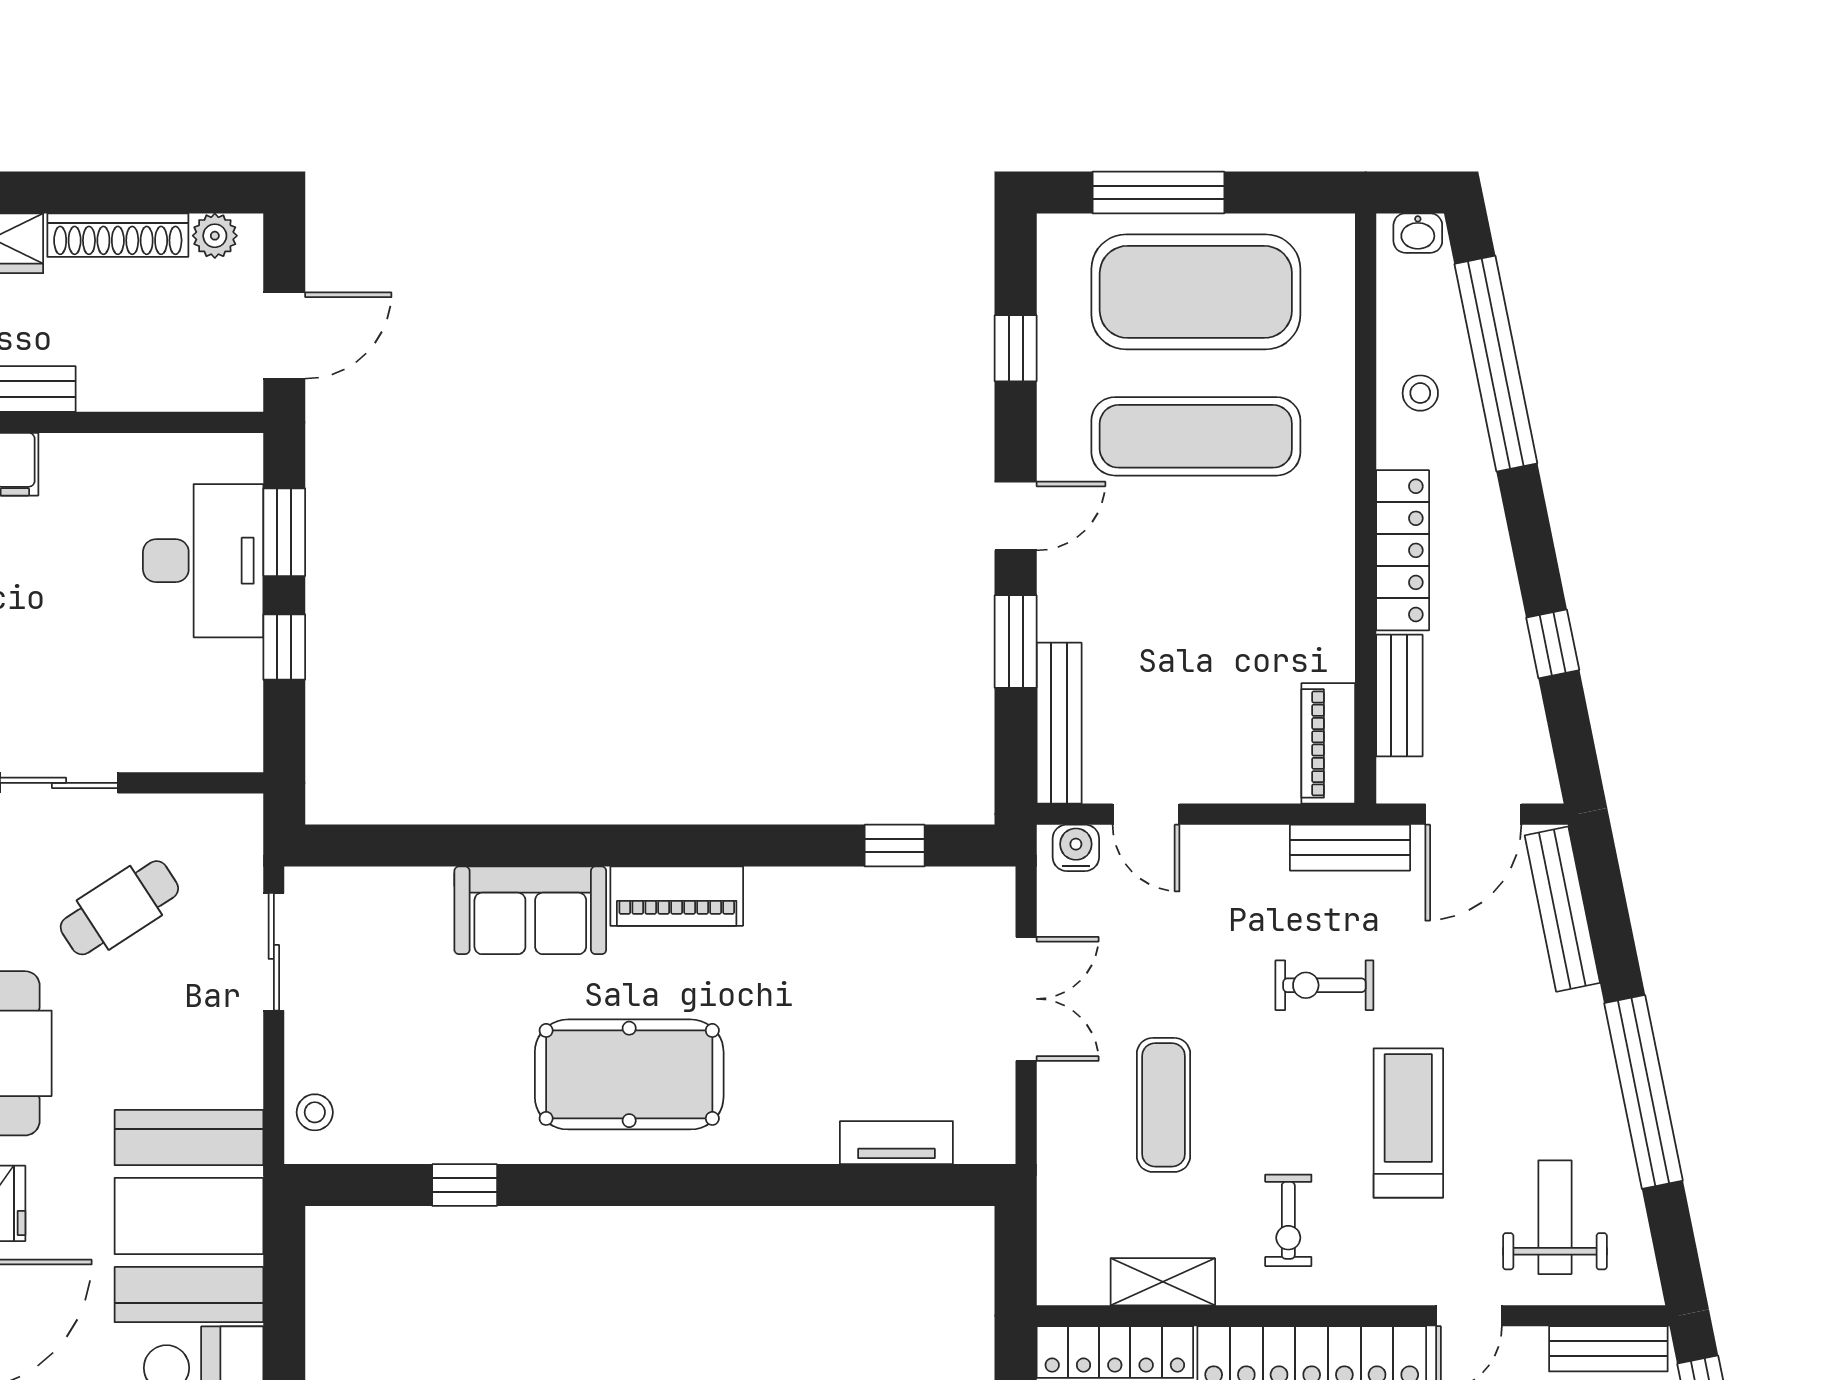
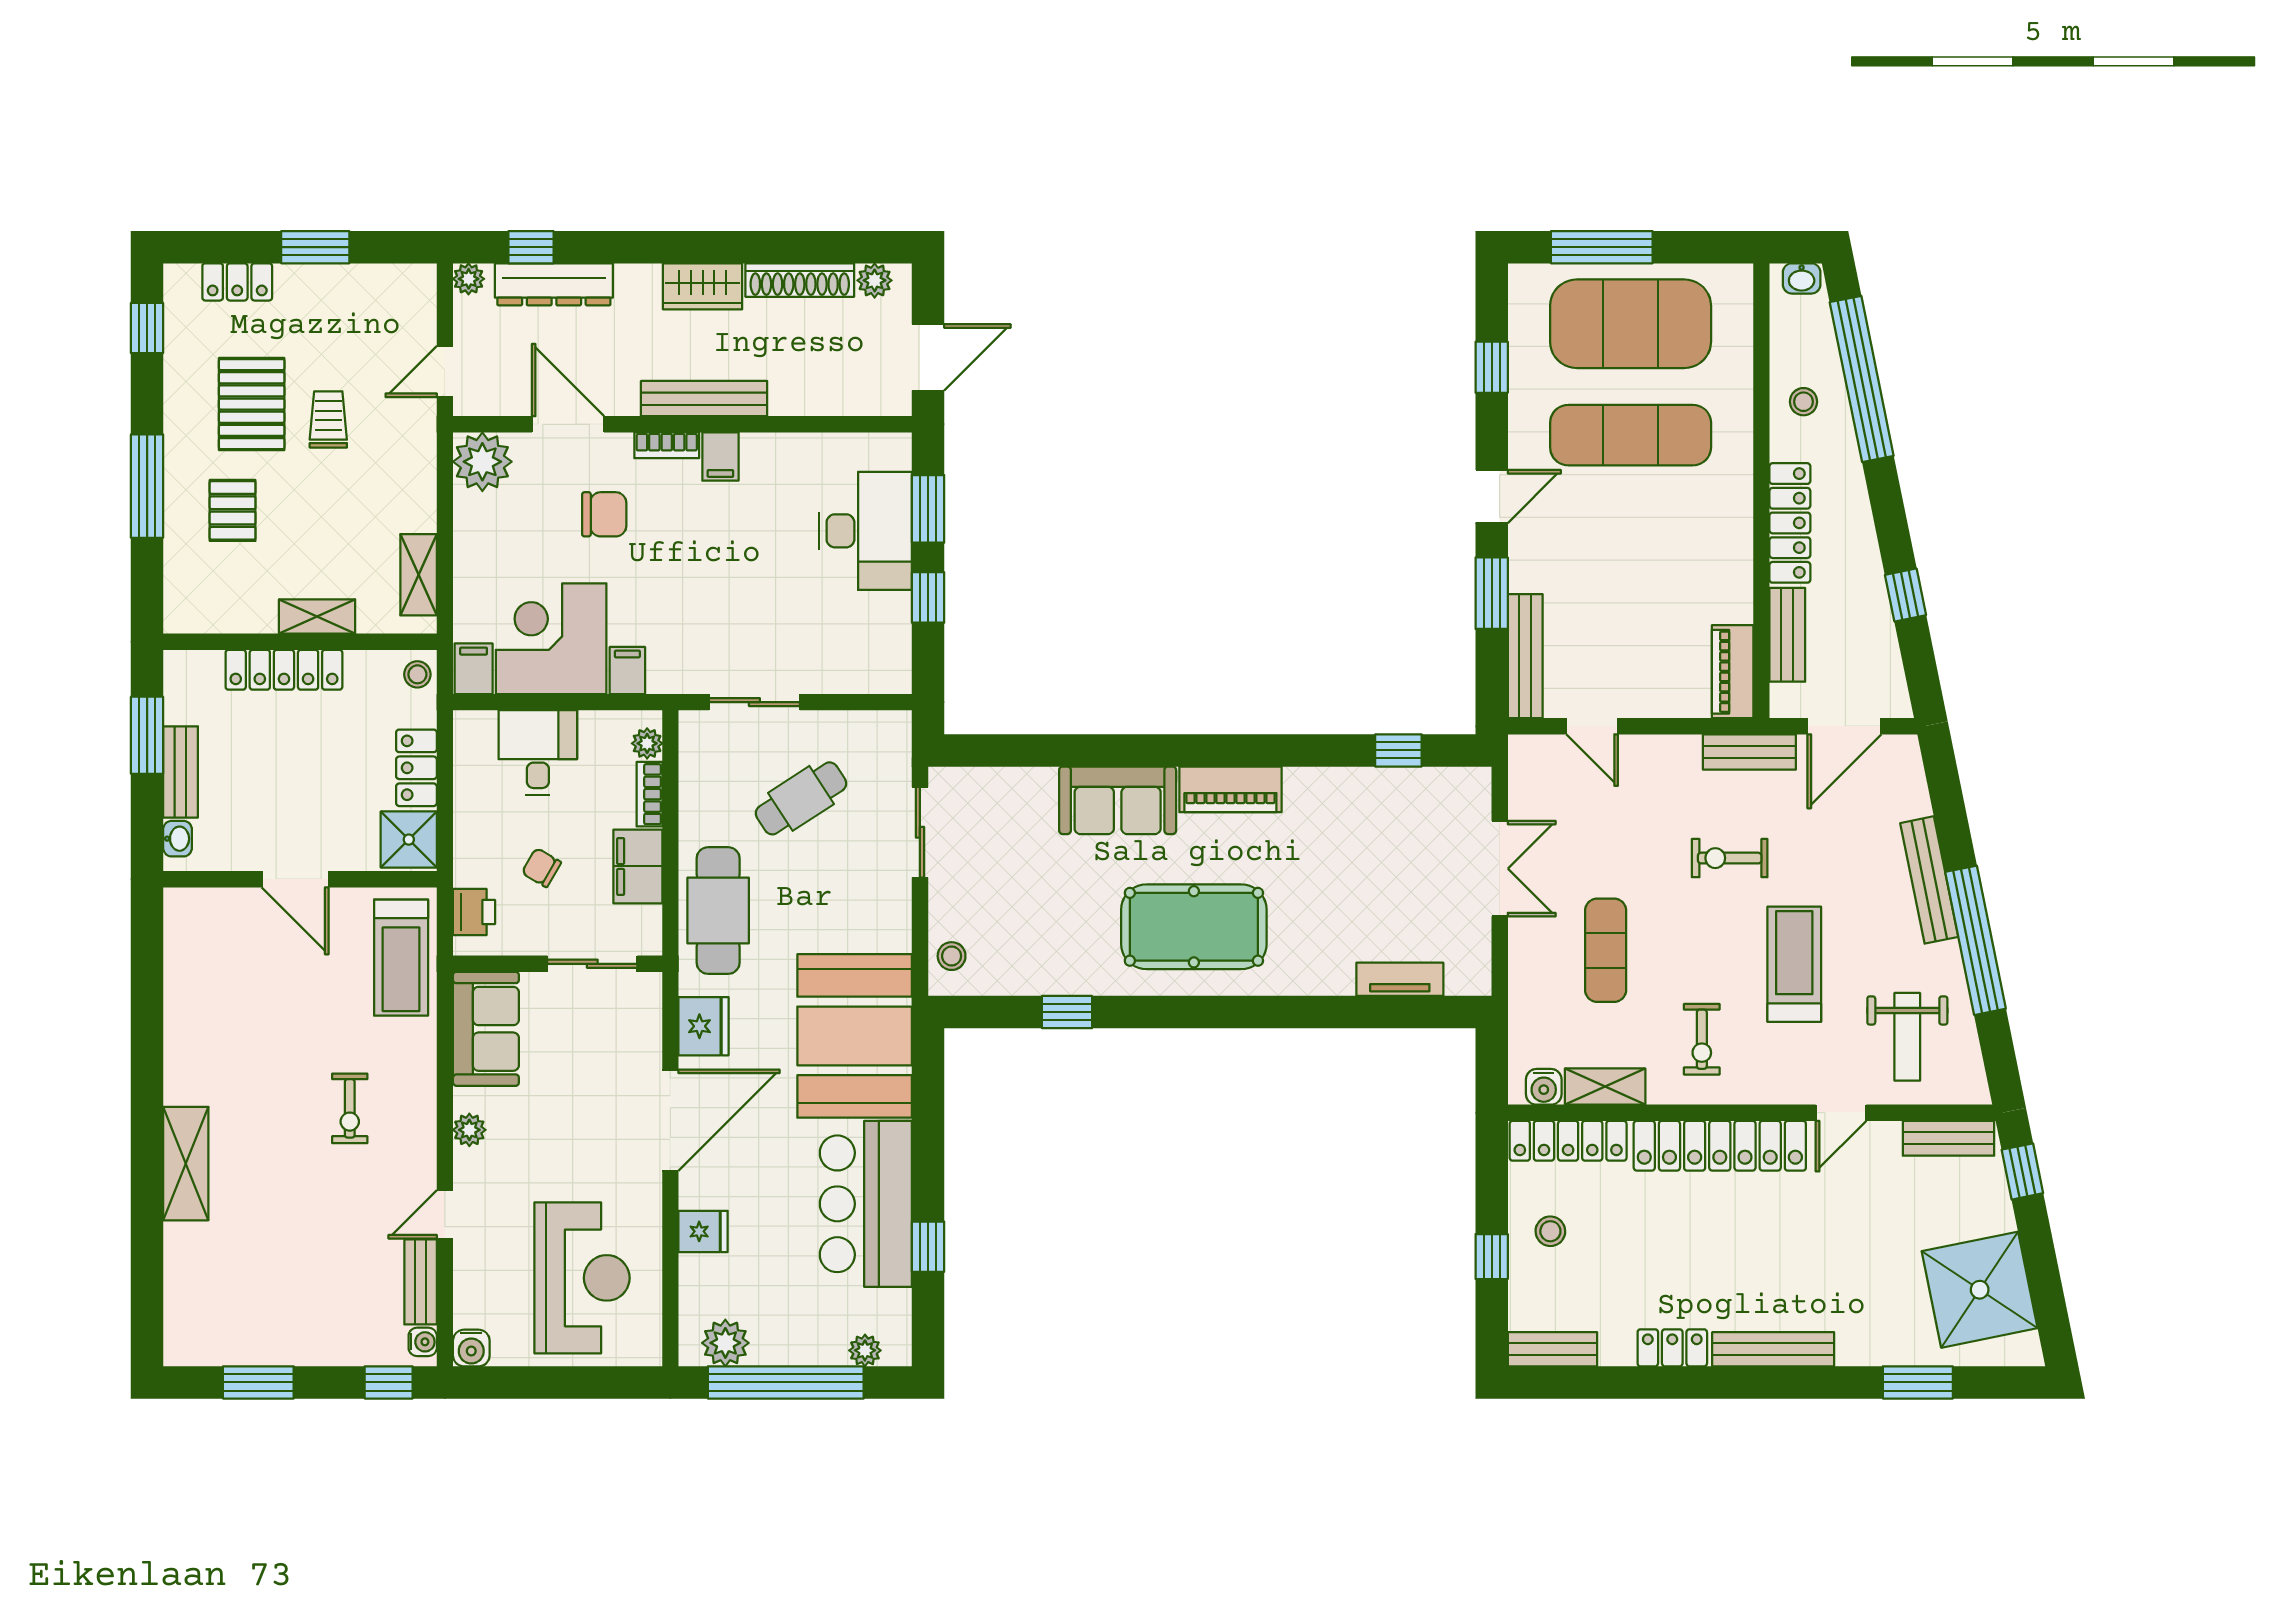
water cooler: (1076, 848) -> (1544, 1087), moved, turned 180
bench: (1562, 909) -> (1929, 880), moved
weight bench: (1555, 1217) -> (1907, 1037), turned 180

